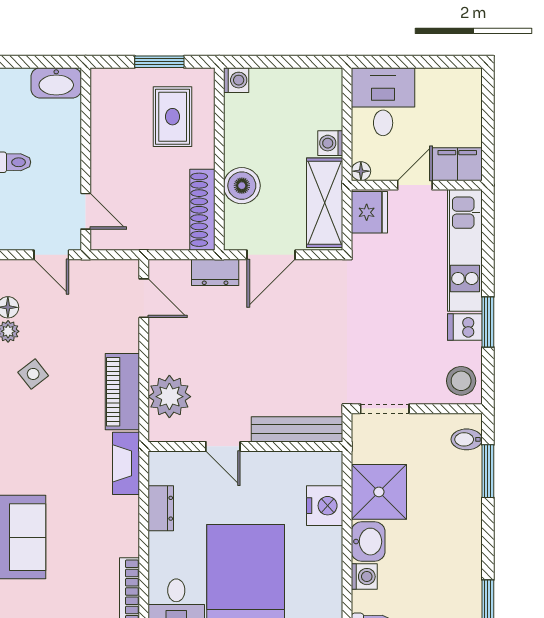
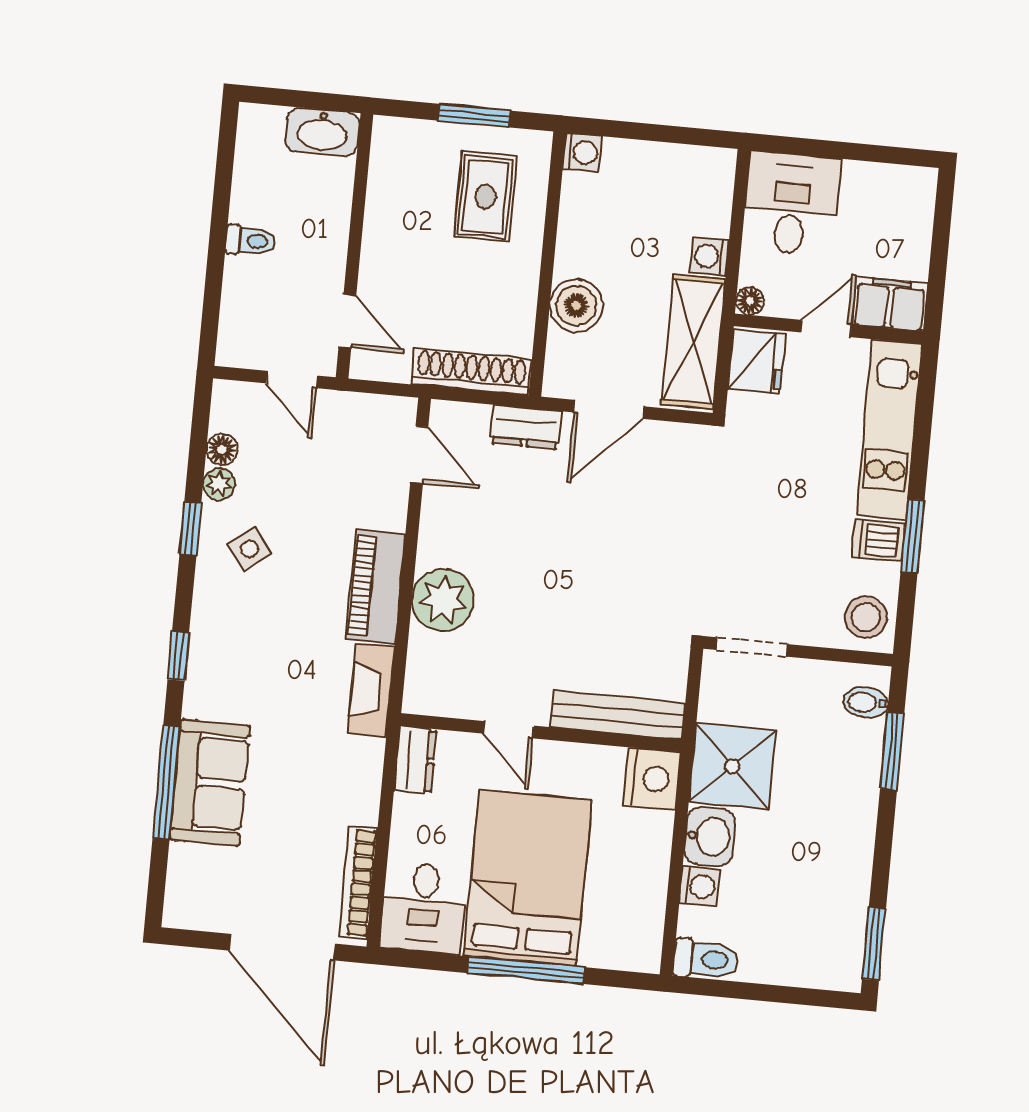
shoe rack: (202, 210) -> (471, 372), moved, turned 90
bench: (297, 429) -> (618, 715), moved
door: (223, 446) -> (509, 730), moved
wall: (245, 446) -> (541, 733), moved

